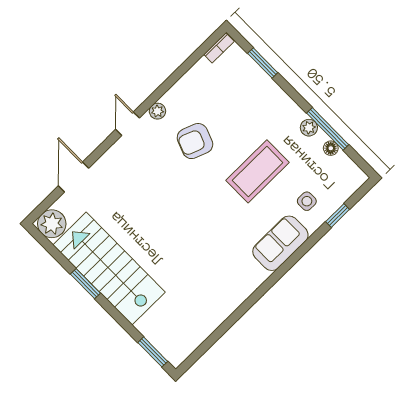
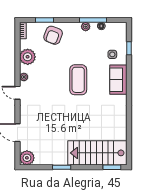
plant: (190, 89) -> (28, 57), added
armchair: (195, 141) -> (53, 35), moved
coffee table: (258, 171) -> (78, 80), moved
stairs: (109, 268) -> (97, 153), moved

